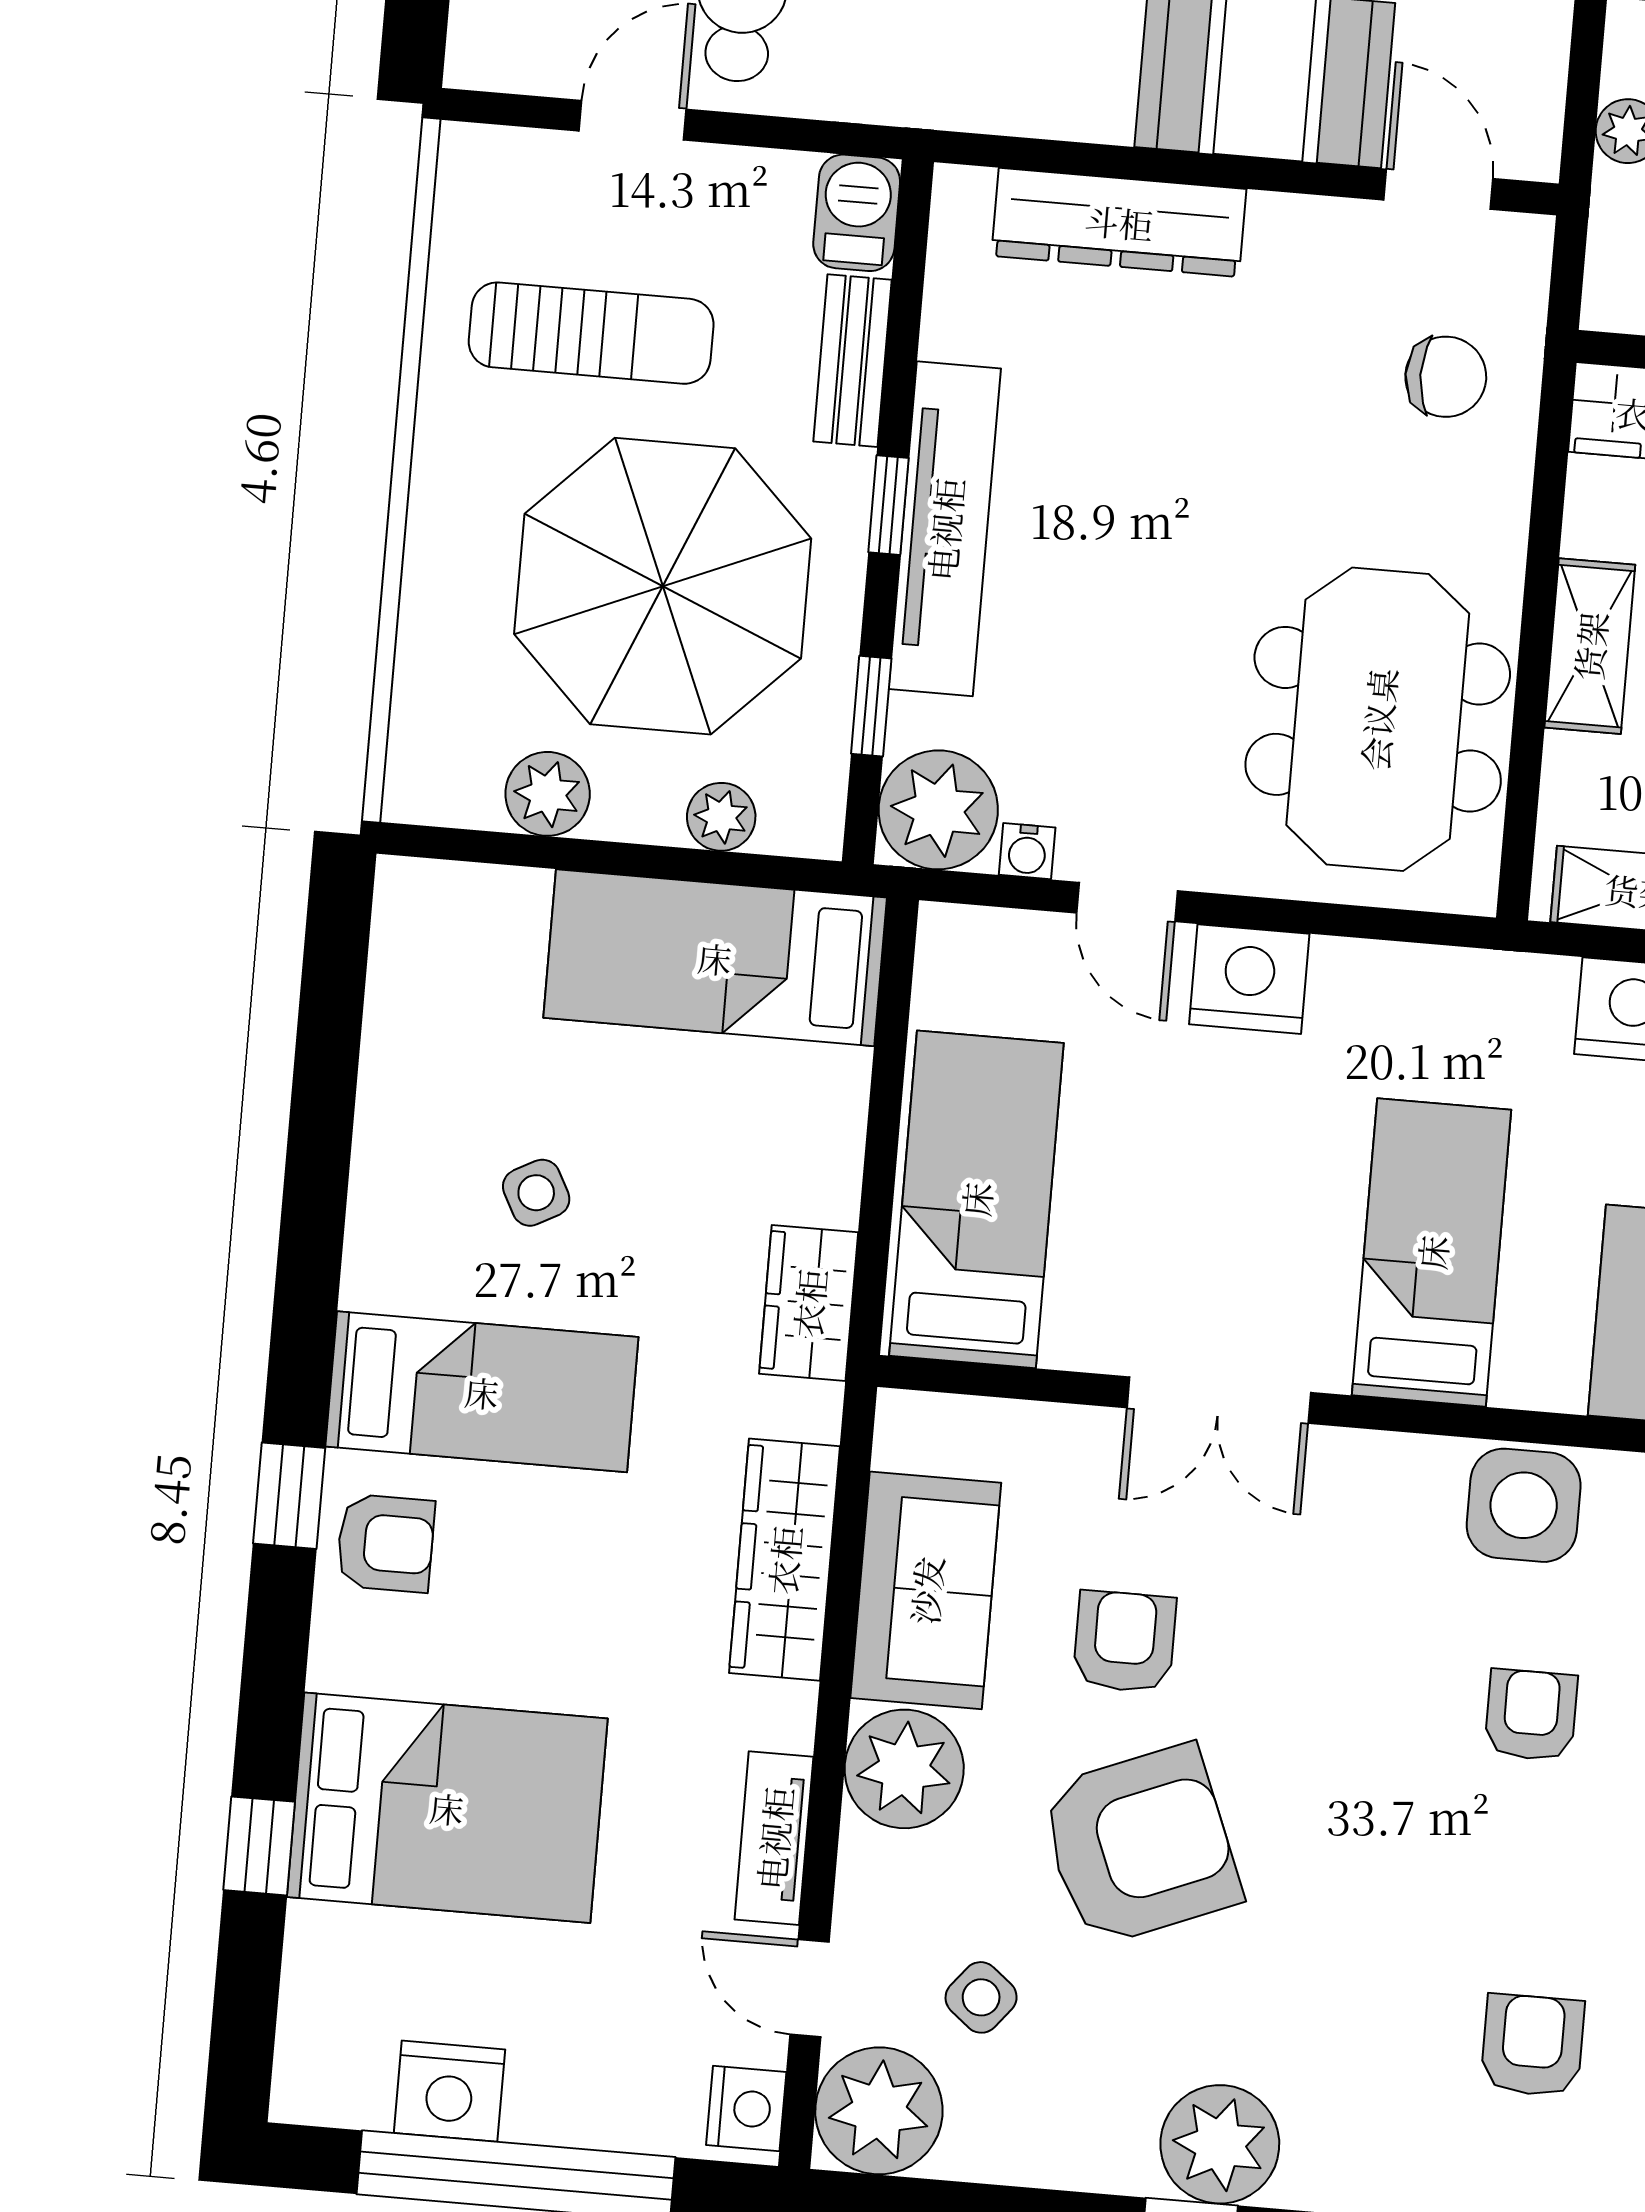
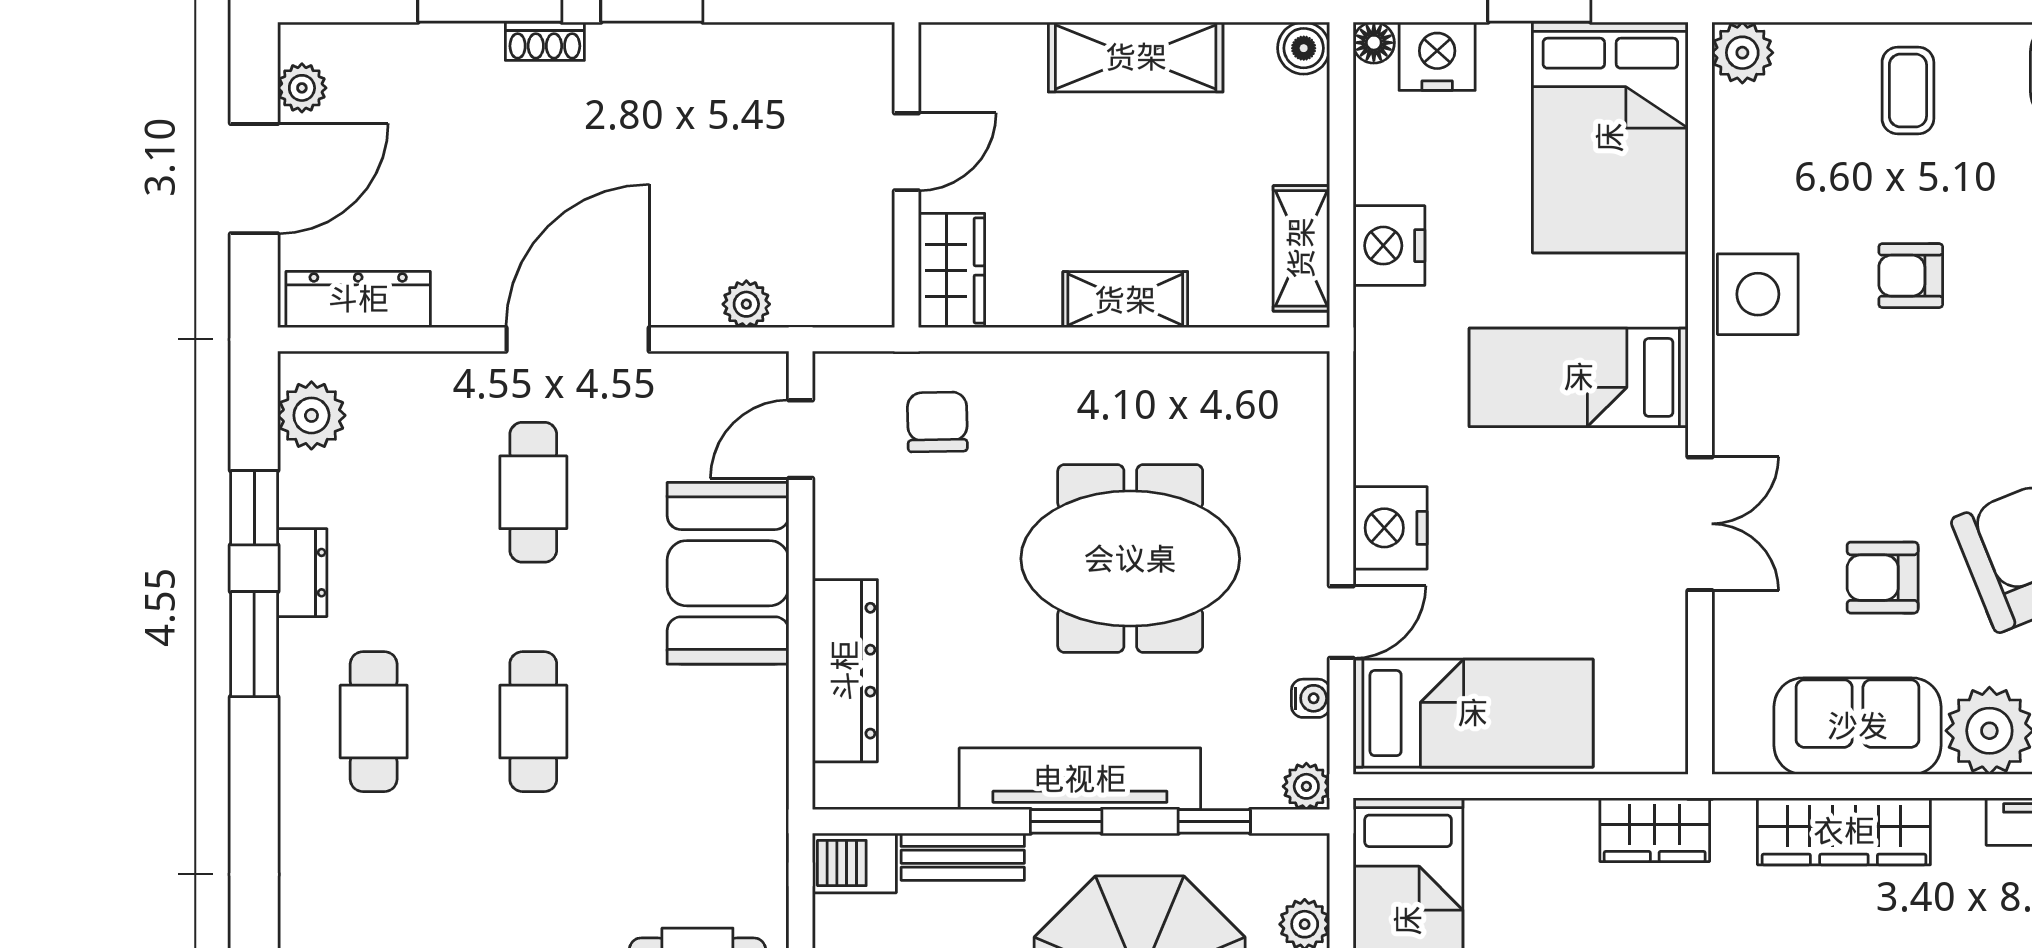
meeting table: (1378, 719) -> (1130, 559), moved
plant: (938, 810) -> (1306, 786), width x0.53, depth x0.53
bed: (976, 1199) -> (1473, 713), moved, turned 180

